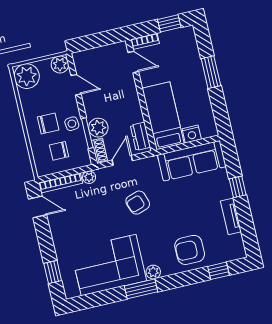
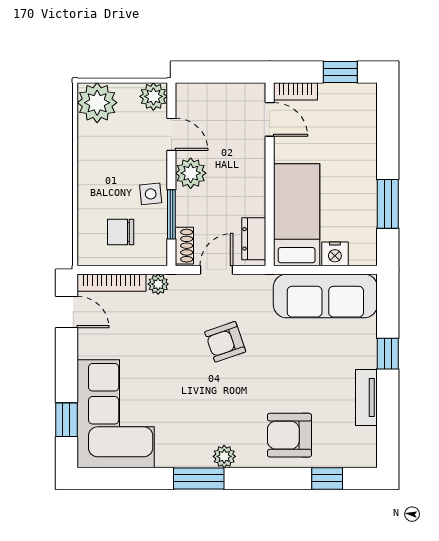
window: (211, 72) -> (388, 204), moved
chair: (48, 123) -> (113, 185), removed
plant: (98, 128) -> (191, 173), moved
corner sofa: (109, 265) -> (116, 414), moved, turned 90

